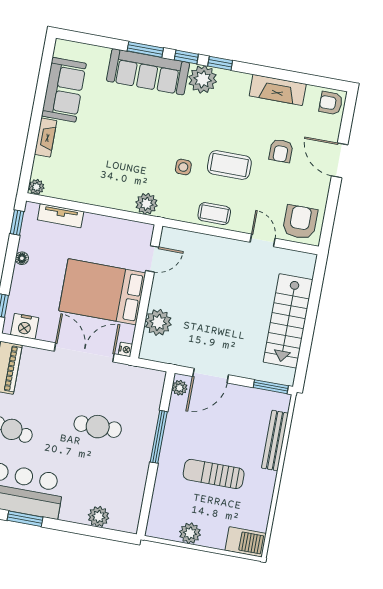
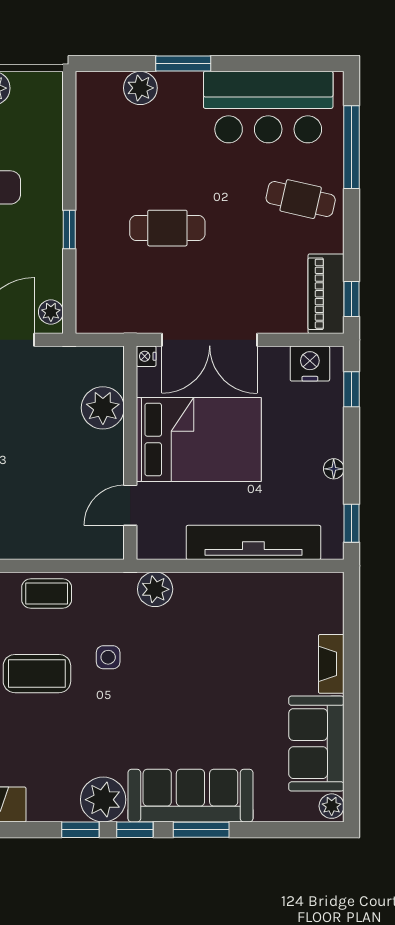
plant: (36, 187) -> (332, 806), moved
tv unit: (61, 216) -> (253, 542), width x1.92, depth x1.29
window: (159, 437) -> (69, 230), width x0.46
window: (25, 519) -> (183, 64), moved

